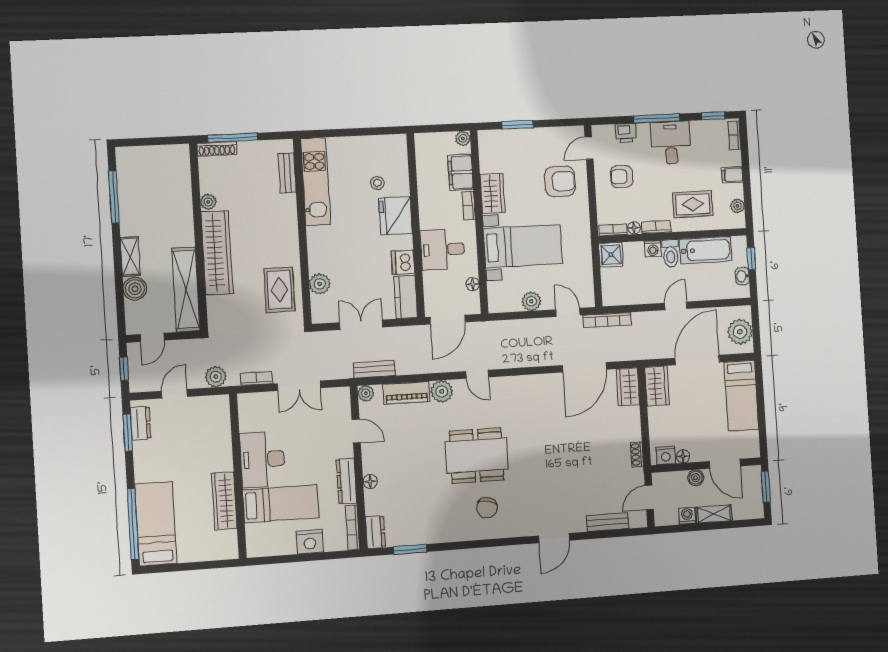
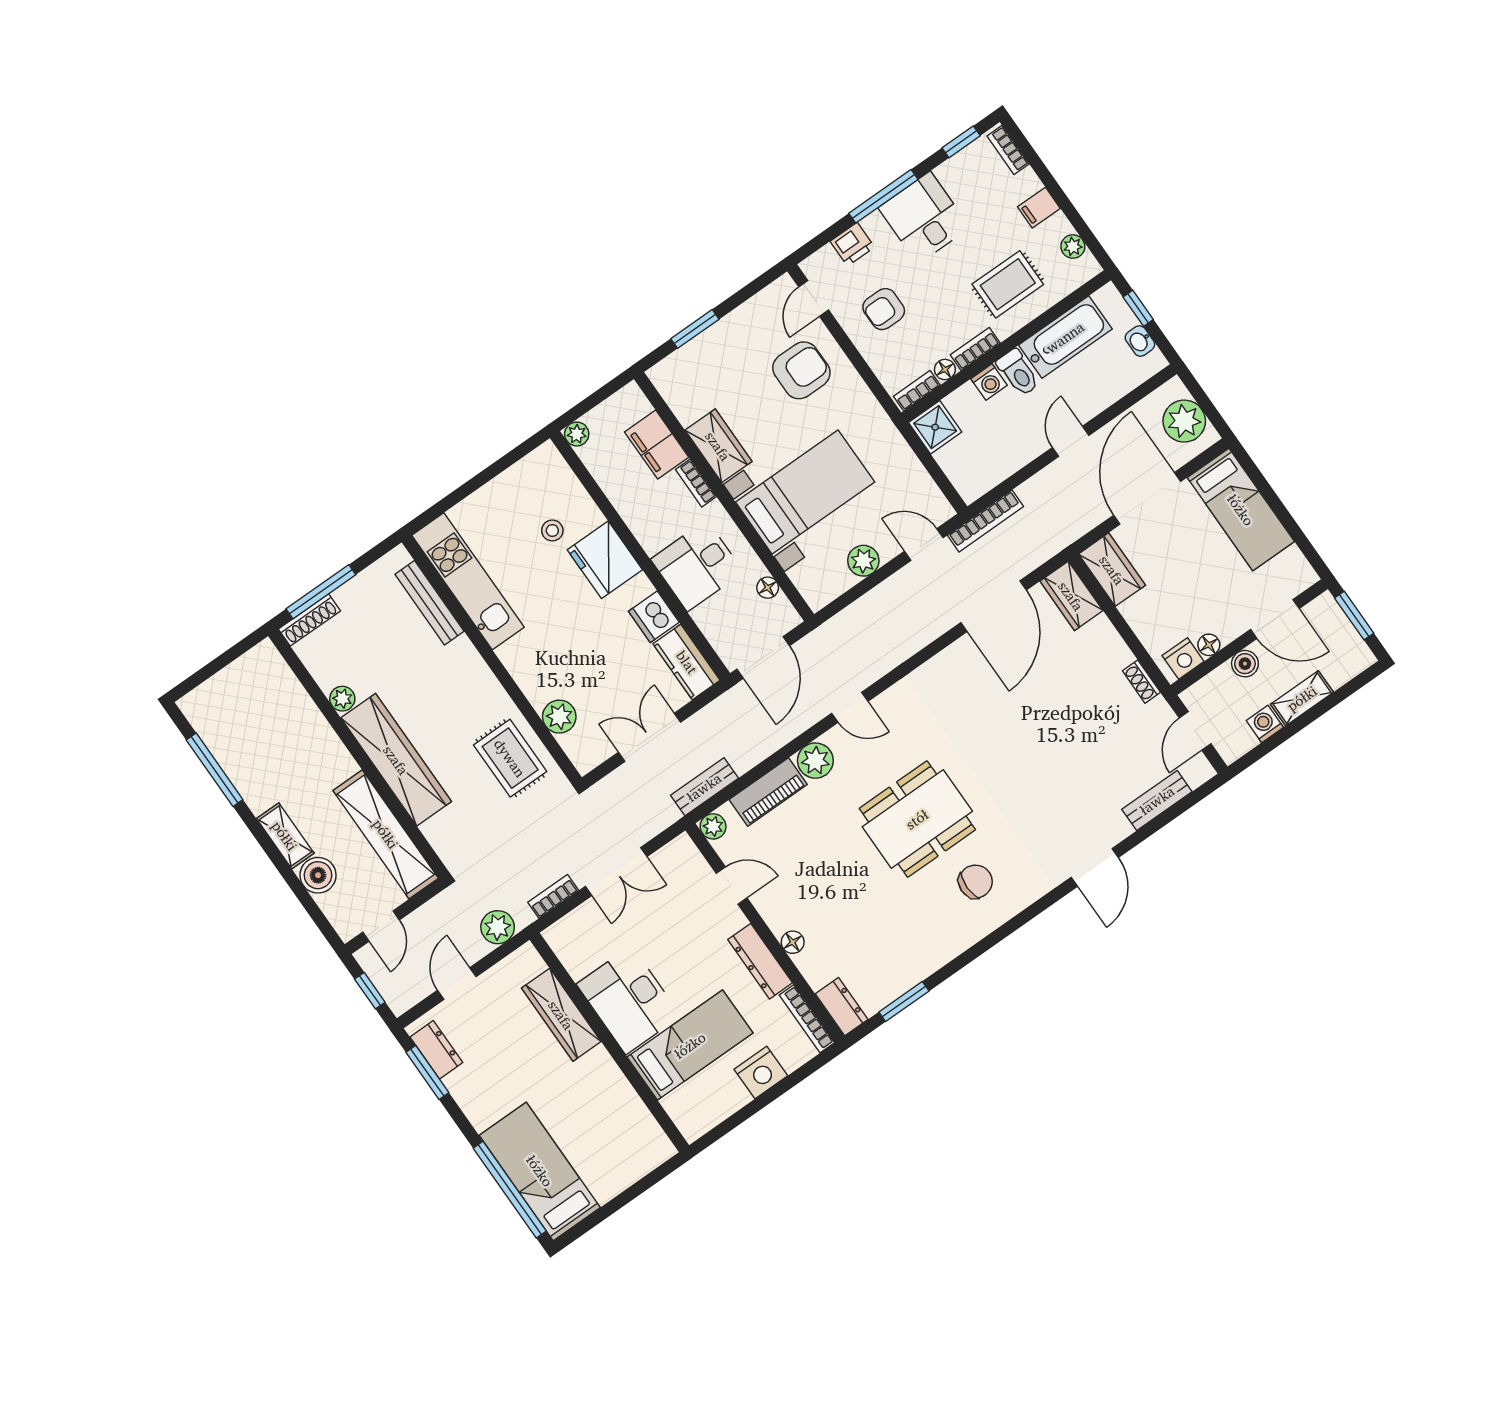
plant: (463, 138) -> (577, 434), moved
bench: (287, 173) -> (429, 603), width x1.36
wardrobe: (224, 501) -> (561, 1015), moved
chair: (487, 508) -> (975, 882), turned -102

